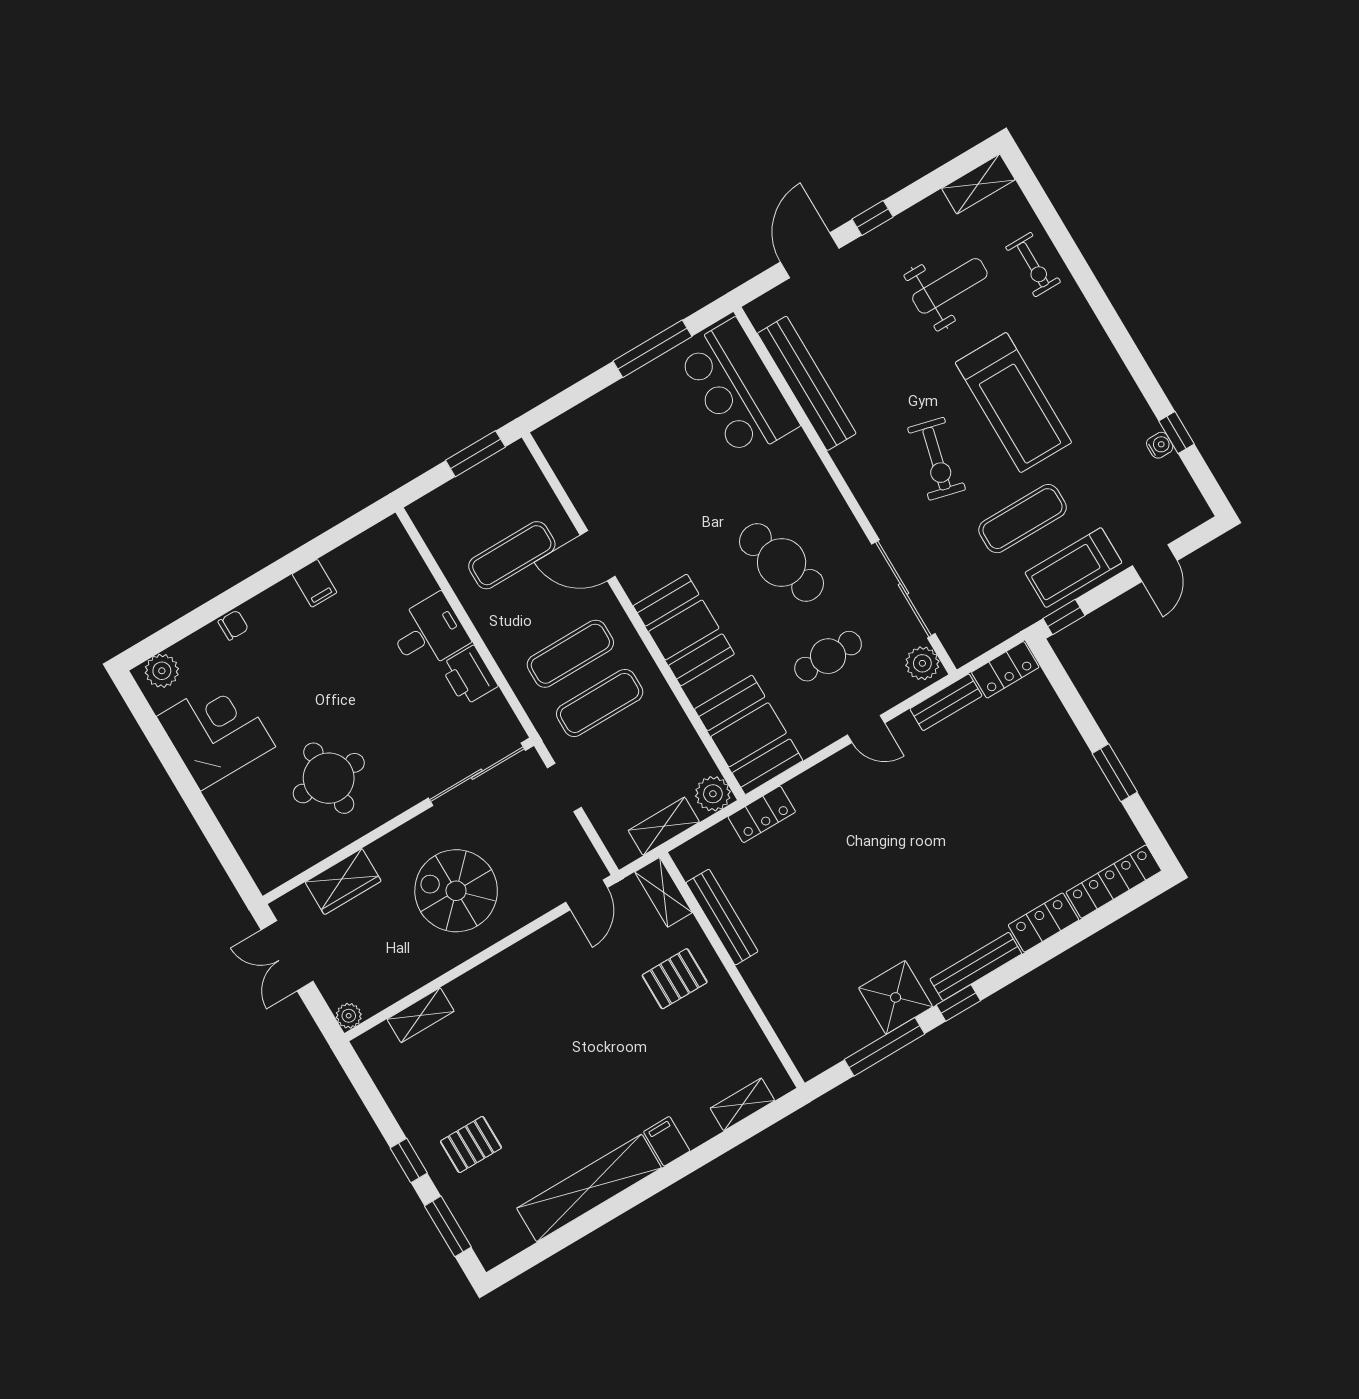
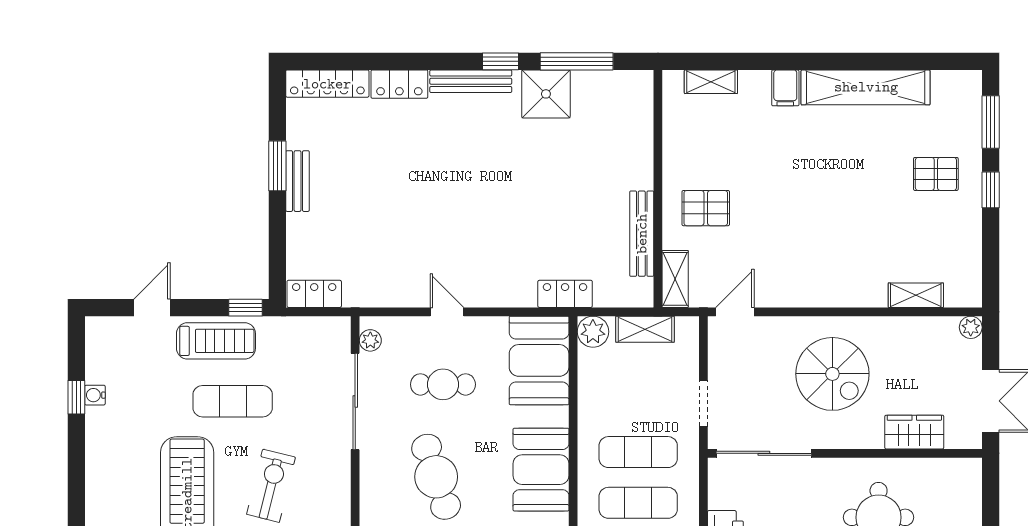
plant: (922, 663) -> (370, 340), width x0.73, depth x0.73
bench: (946, 702) -> (298, 181), moved, turned 90

